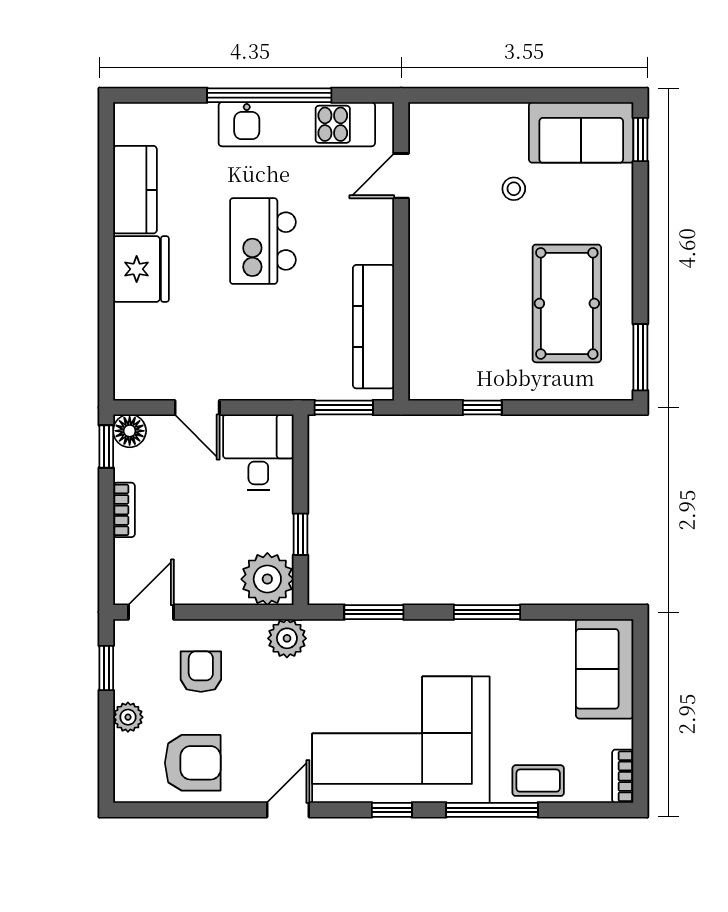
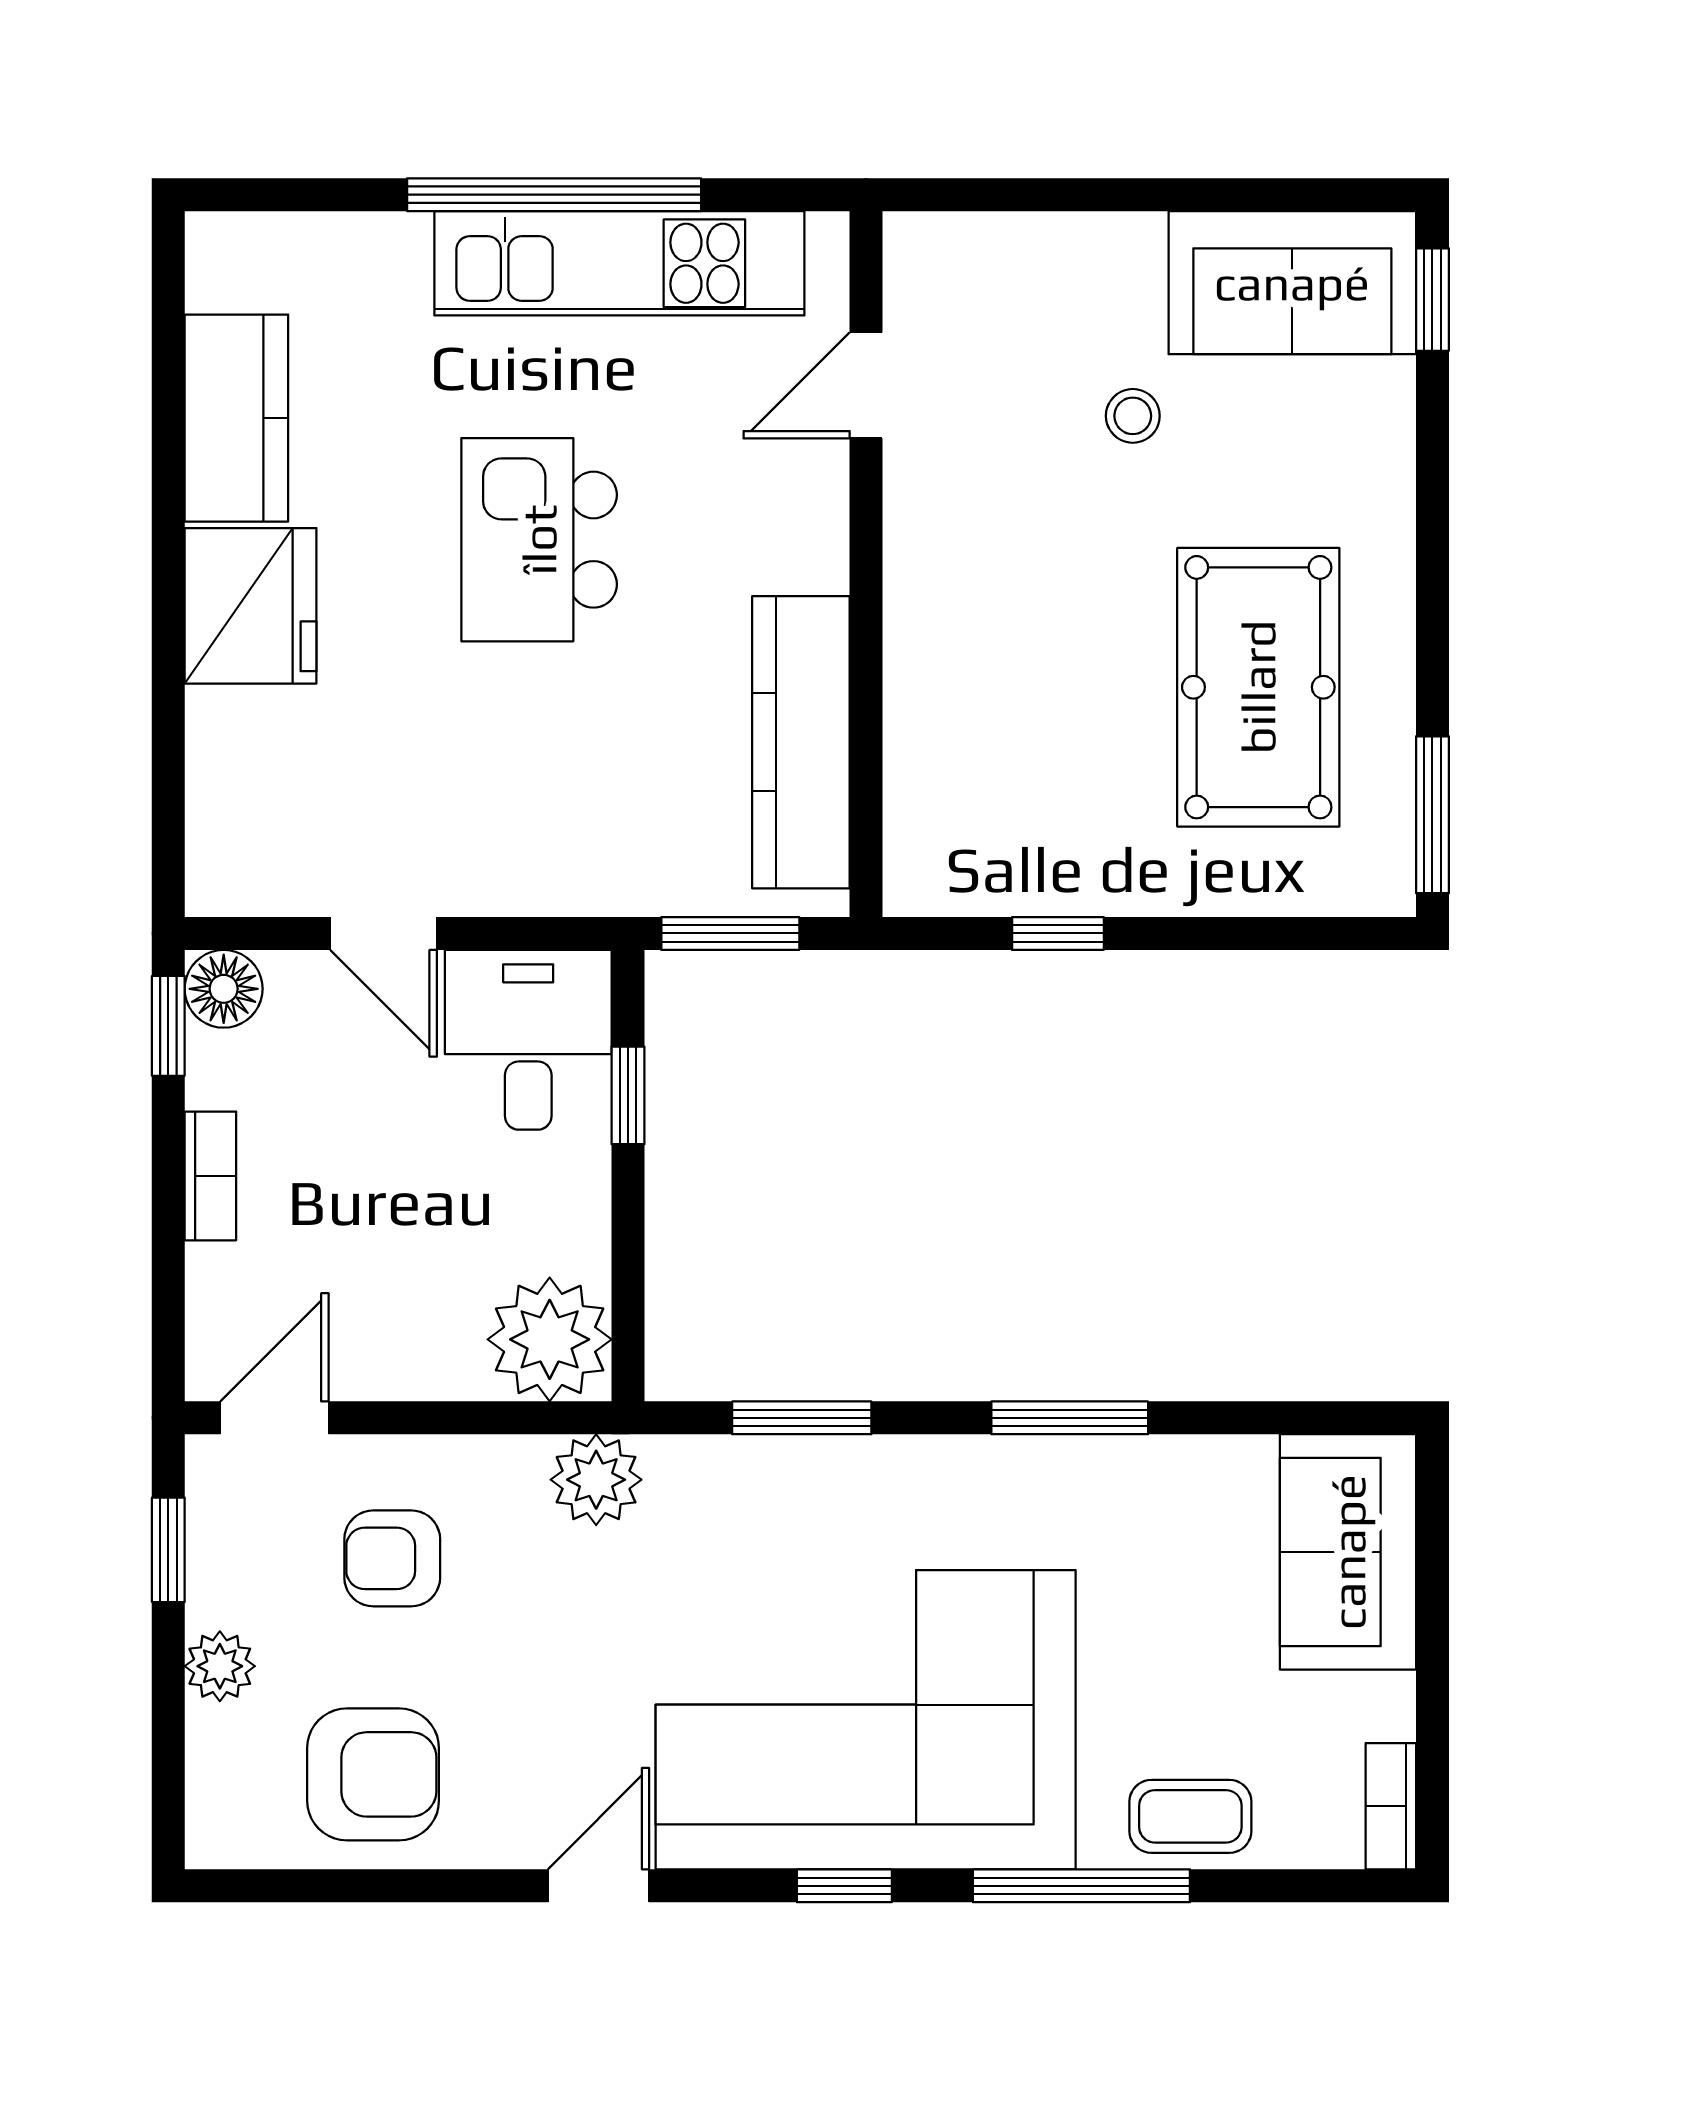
window: (300, 534) -> (628, 1095), moved
armchair: (201, 672) -> (392, 1558), turned -90

